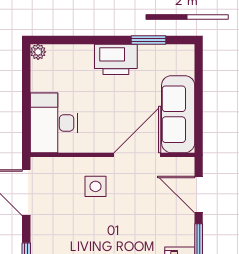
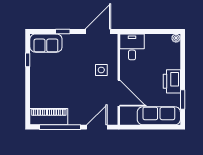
sofa: (178, 114) -> (159, 116), moved
desk: (54, 123) -> (132, 47), width x0.73

